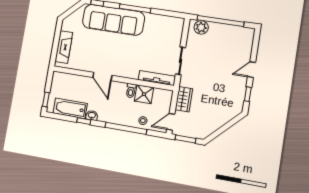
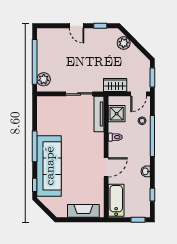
shower: (144, 94) -> (117, 114), moved
bathtub: (70, 108) -> (116, 200), moved, turned 180
plant: (226, 115) -> (124, 43), added
window: (84, 121) -> (152, 195), moved
door: (171, 122) -> (139, 94), hinge flipped

